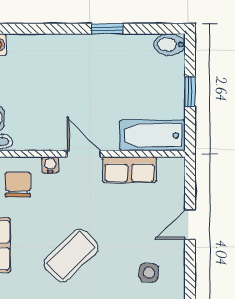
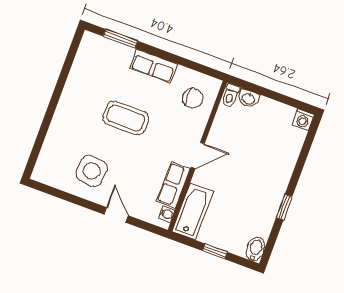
water cooler: (50, 165) -> (167, 214), moved
coffee table: (71, 255) -> (126, 118), turned -46
side table: (149, 273) -> (92, 171), width x1.87, depth x1.87

